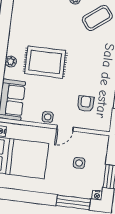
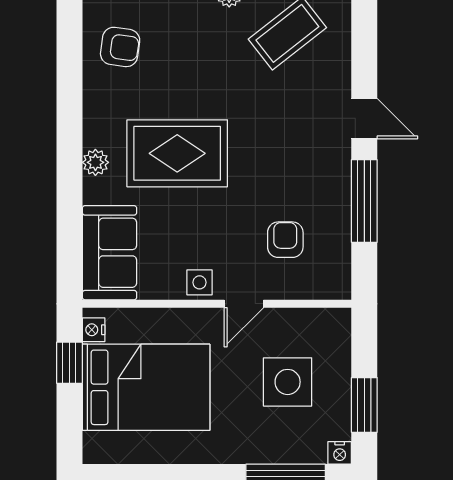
armchair: (27, 15) -> (120, 47), added
side table: (79, 163) -> (288, 382), width x1.87, depth x1.87

